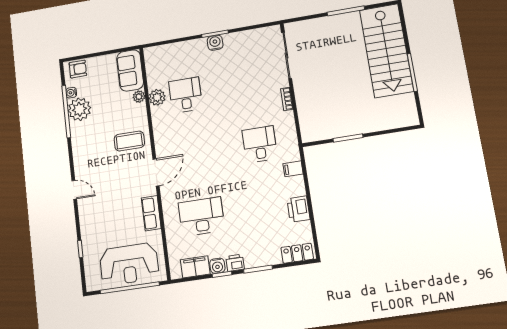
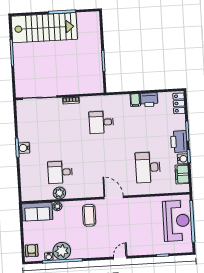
filing cabinet: (293, 169) -> (135, 100), moved
row of seats: (151, 213) -> (142, 203), removed
printer: (235, 263) -> (179, 142), width x1.87, depth x1.48

